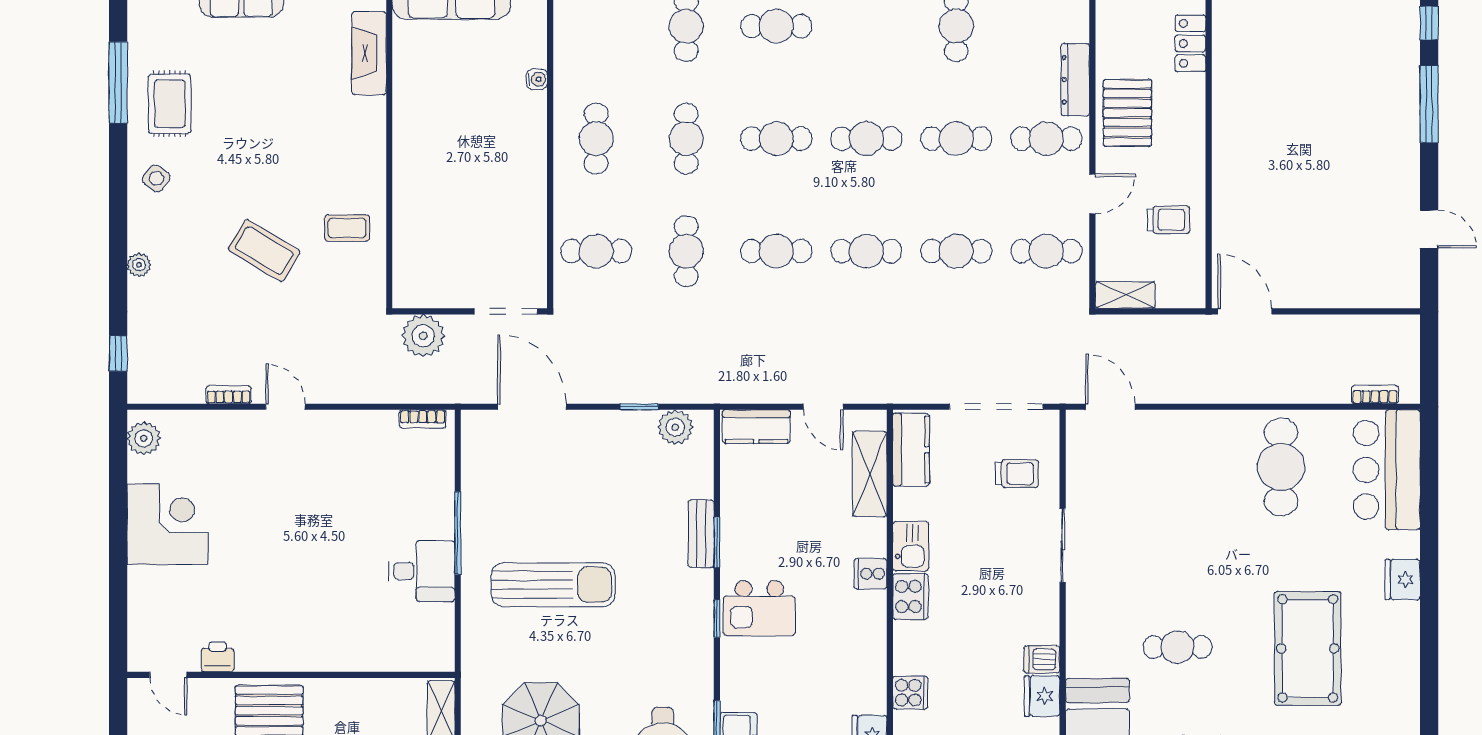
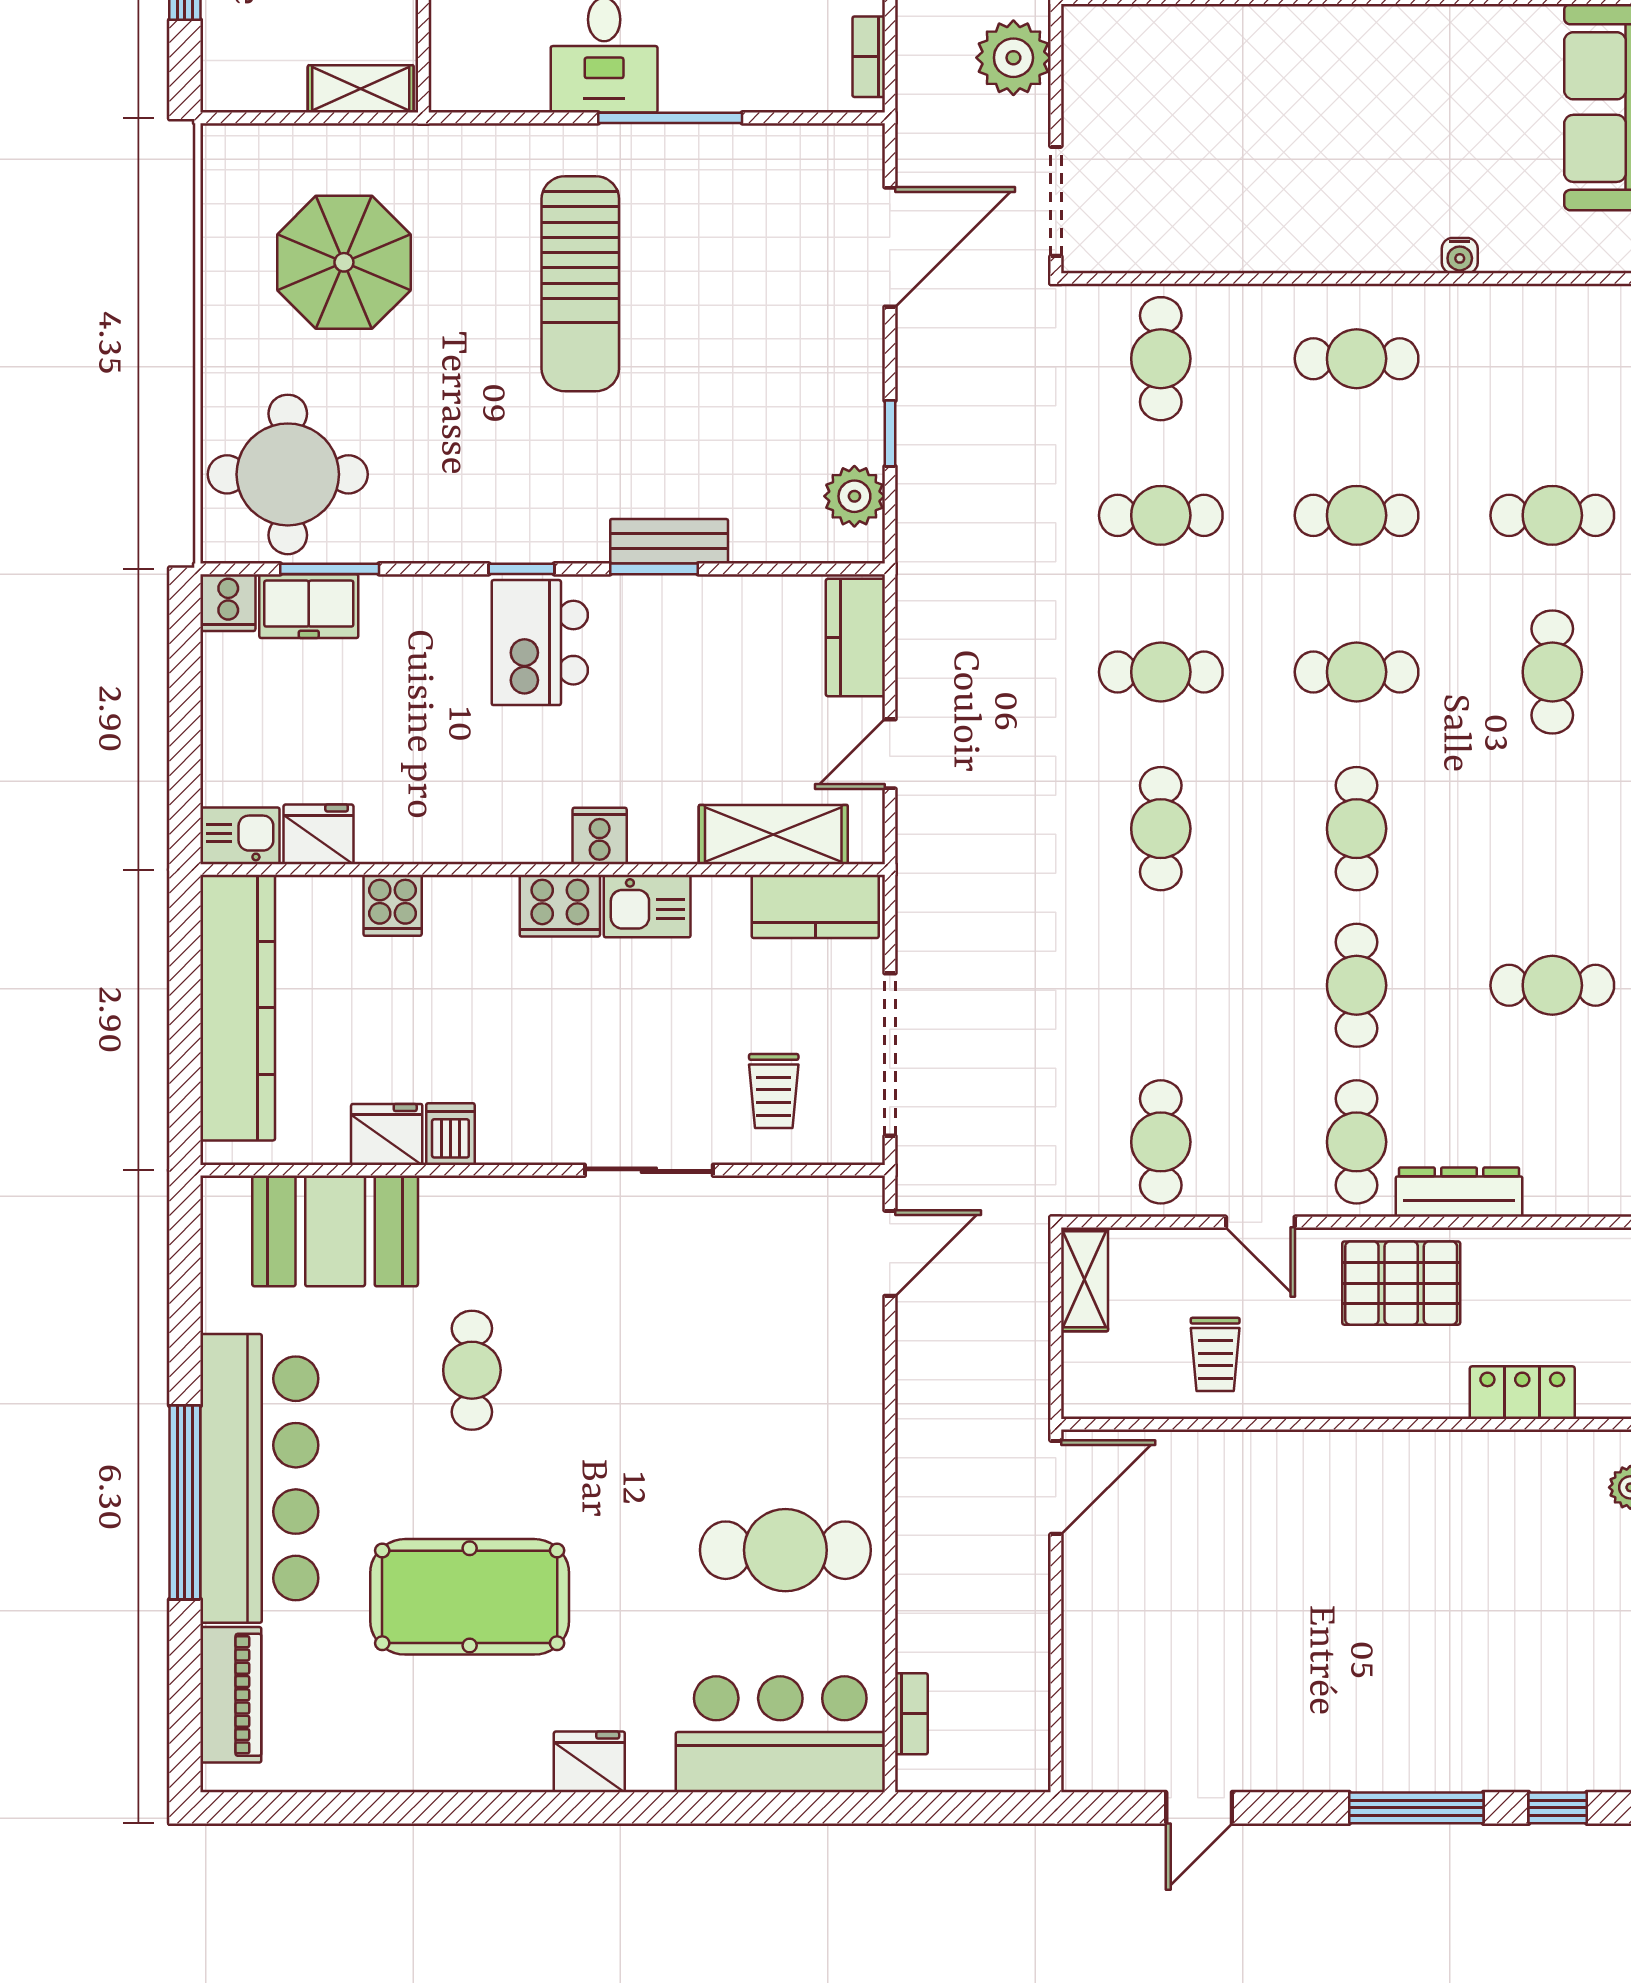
cafe table: (776, 139) -> (1357, 672), turned 90
cafe table: (776, 251) -> (1161, 672), turned 90
cafe table: (956, 251) -> (1161, 985), removed

